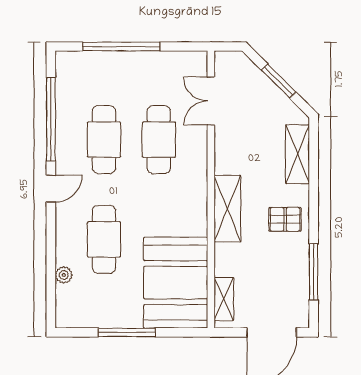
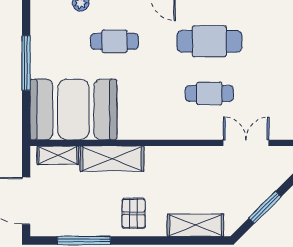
cafe table: (159, 140) -> (209, 93), width x0.73, depth x0.74
shelving: (227, 209) -> (112, 159), moved
cafe table: (104, 239) -> (114, 41), width x0.73, depth x0.74

